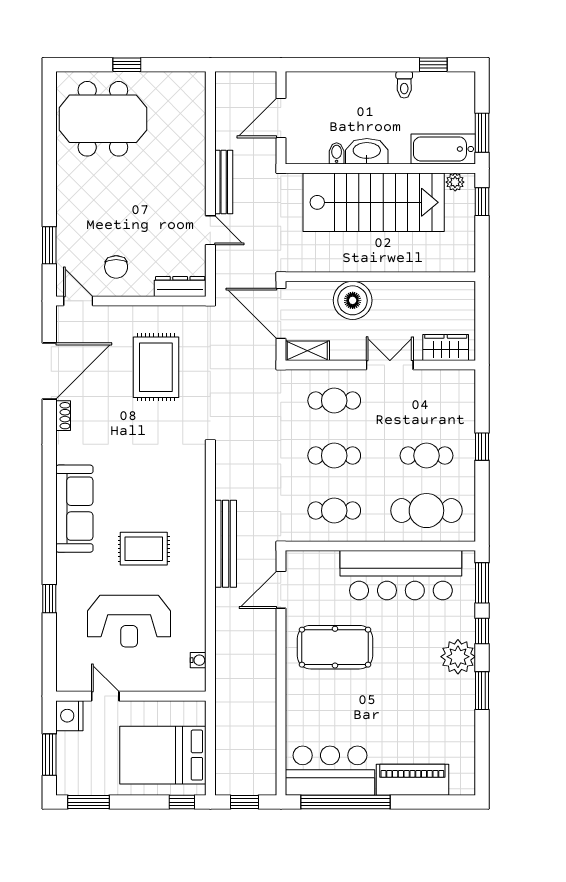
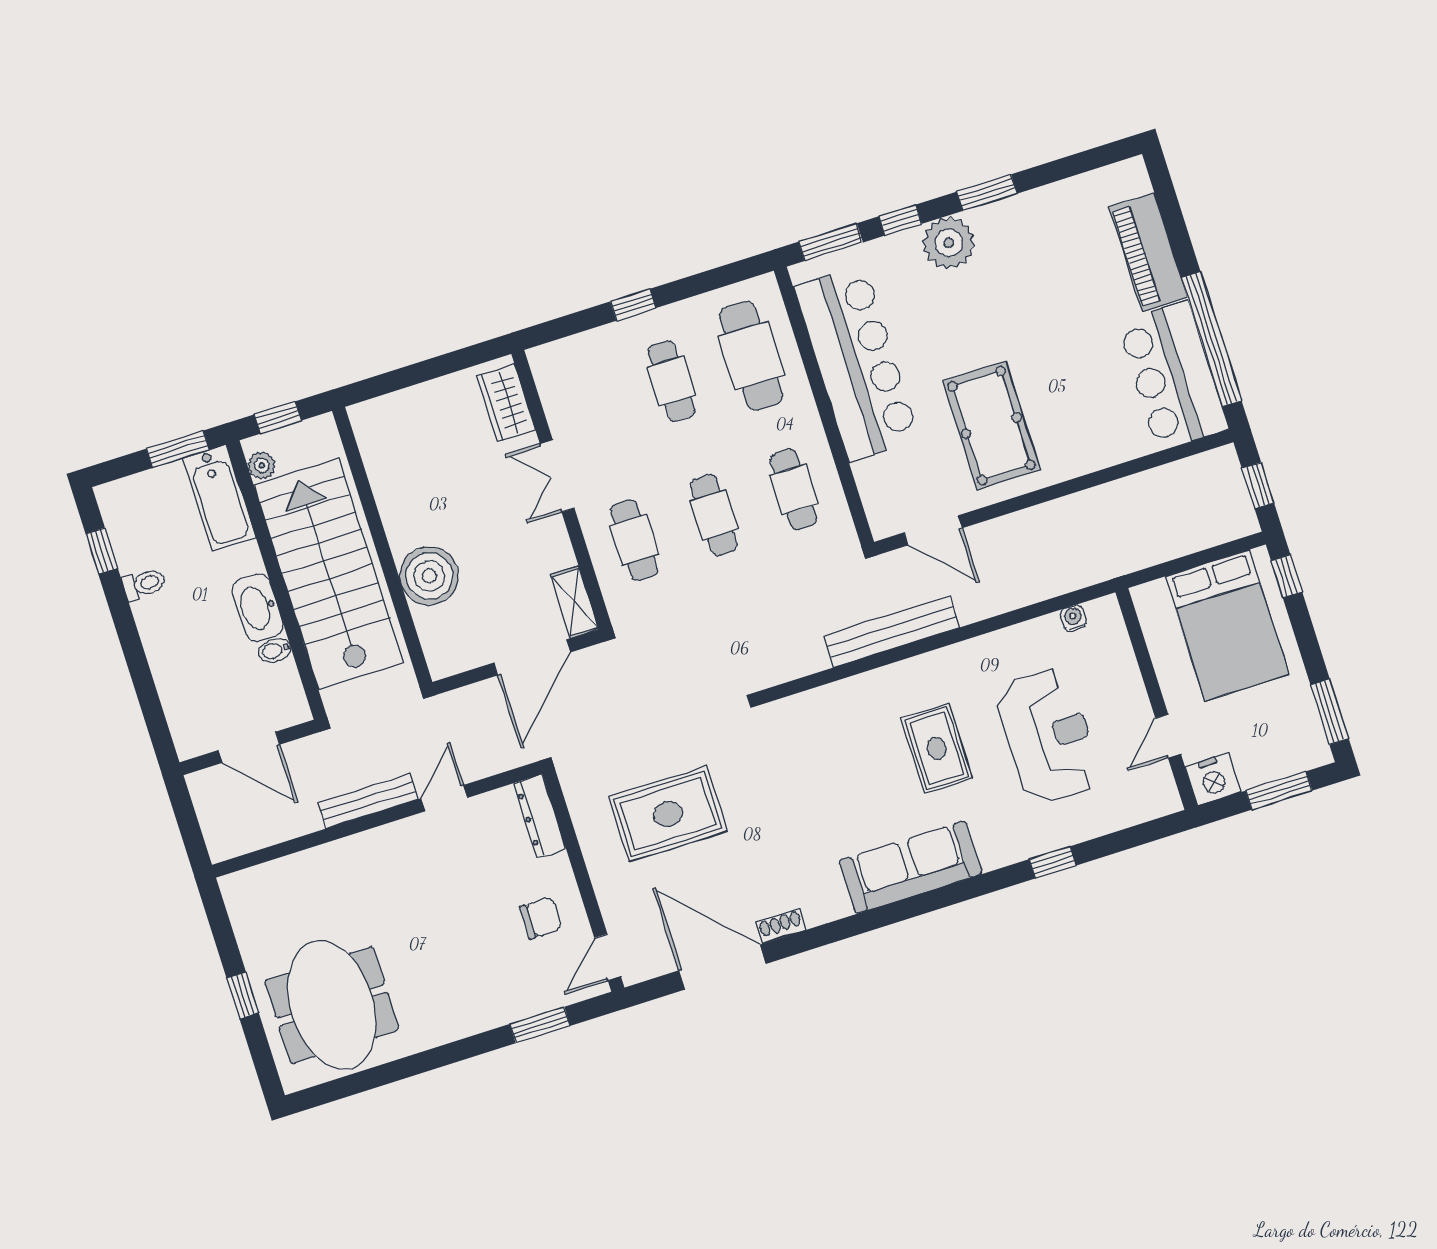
wall: (380, 277) -> (382, 546), moved
boiler: (353, 300) -> (429, 576), moved

